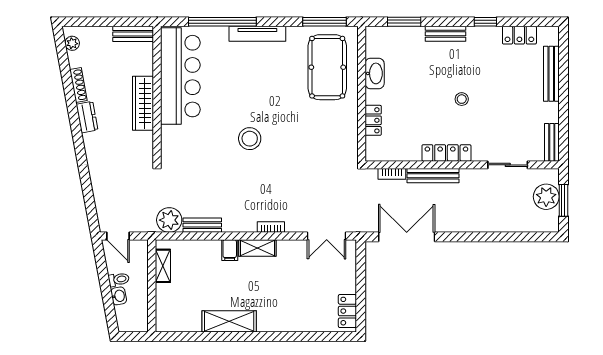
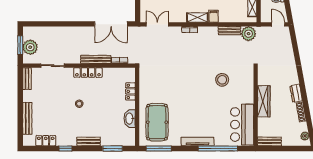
bar counter: (180, 76) -> (242, 125), width x0.73
stool: (250, 139) -> (222, 80), moved

